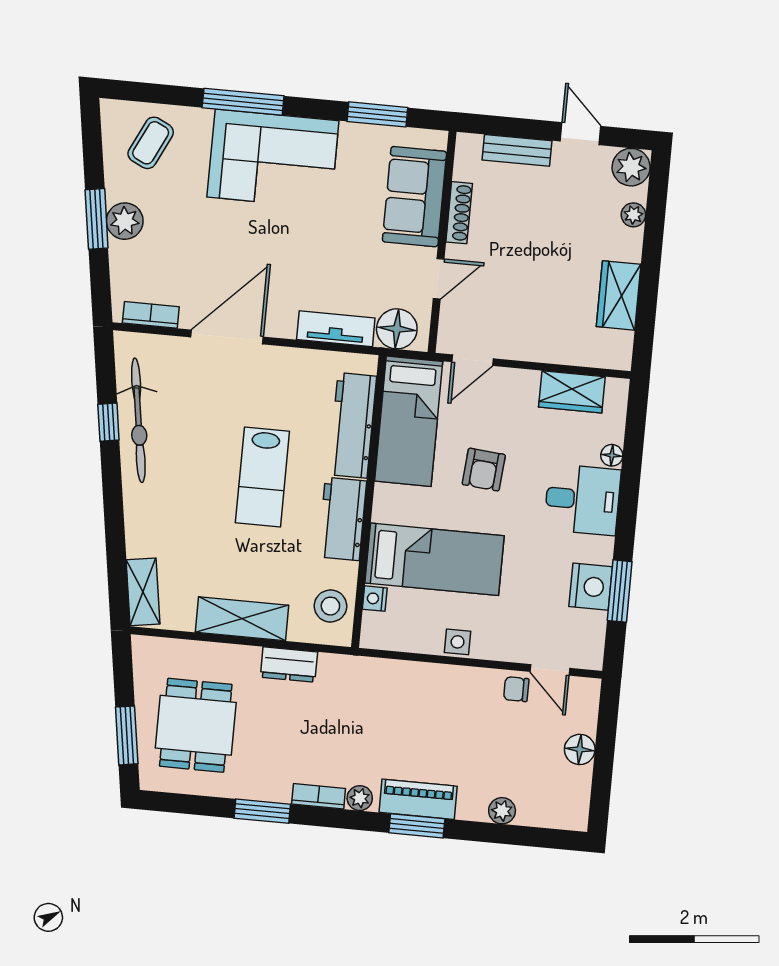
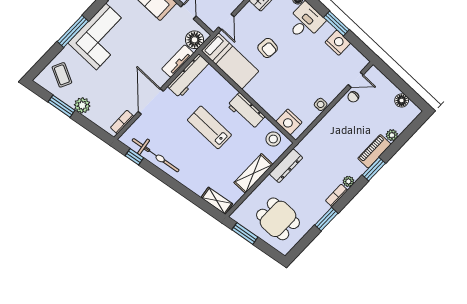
window: (97, 219) -> (61, 106), moved
window: (108, 422) -> (134, 157), moved
workbench: (353, 425) -> (189, 76), moved, turned -90
lab bench: (262, 477) -> (209, 127), turned 180
bed: (435, 559) -> (285, 90), removed
window: (620, 591) -> (336, 23), moved
nightstand: (375, 599) -> (289, 122), width x1.89, depth x1.79
dresser: (289, 665) -> (286, 166), width x1.44
window: (127, 735) -> (245, 233), moved
floor lamp: (580, 749) -> (402, 100), moved
piano: (418, 799) -> (374, 151), moved

